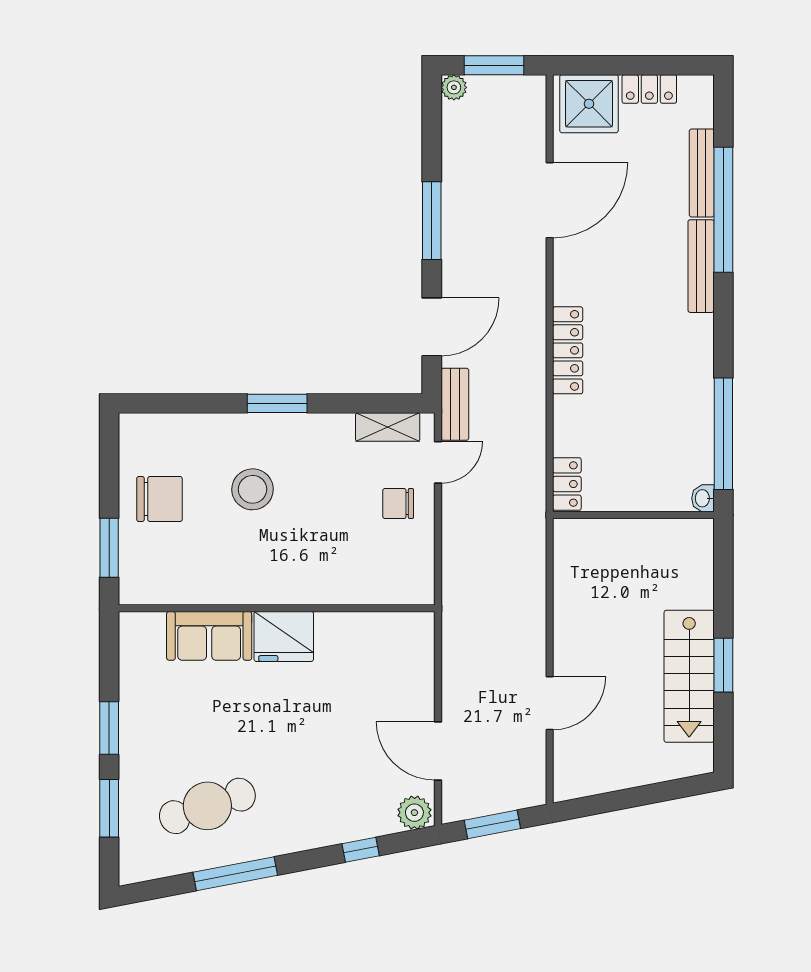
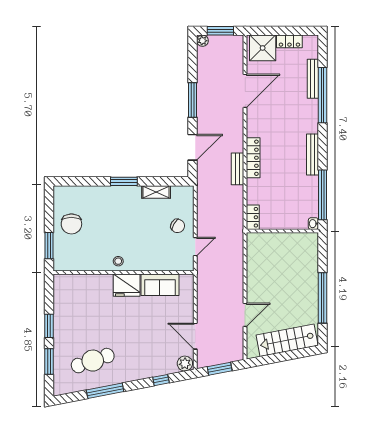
bench: (701, 266) -> (312, 154), moved
bench: (455, 404) -> (238, 169), moved
shelving: (388, 427) -> (156, 192), moved
door: (438, 462) -> (195, 247), moved
stool: (253, 489) -> (118, 261), moved, width x0.53, depth x0.53
chair: (160, 499) -> (71, 224), turned 90
chair: (398, 504) -> (178, 226), turned -150
sofa: (209, 636) -> (160, 285), moved
window: (723, 665) -> (322, 298), width x2.11
stairs: (689, 676) -> (287, 340), moved, turned 79

